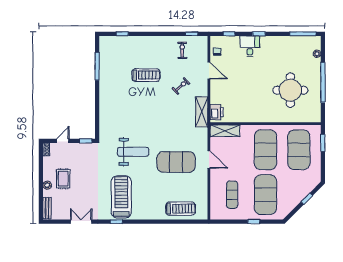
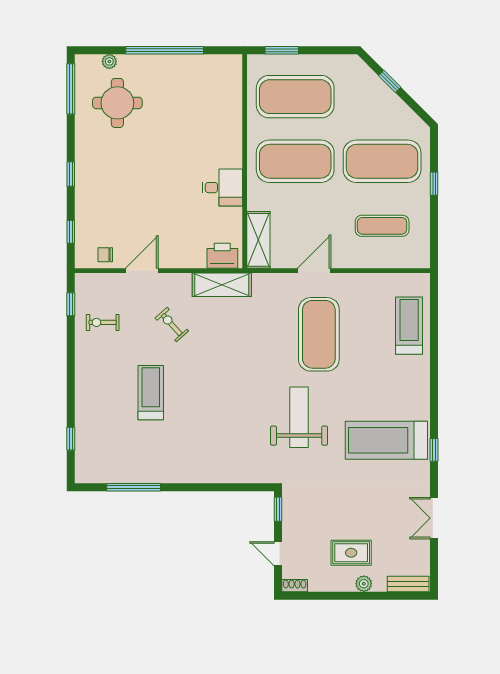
desk: (250, 46) -> (222, 188), moved, turned 180
round table: (290, 90) -> (117, 103), moved, width x0.73, depth x0.73

